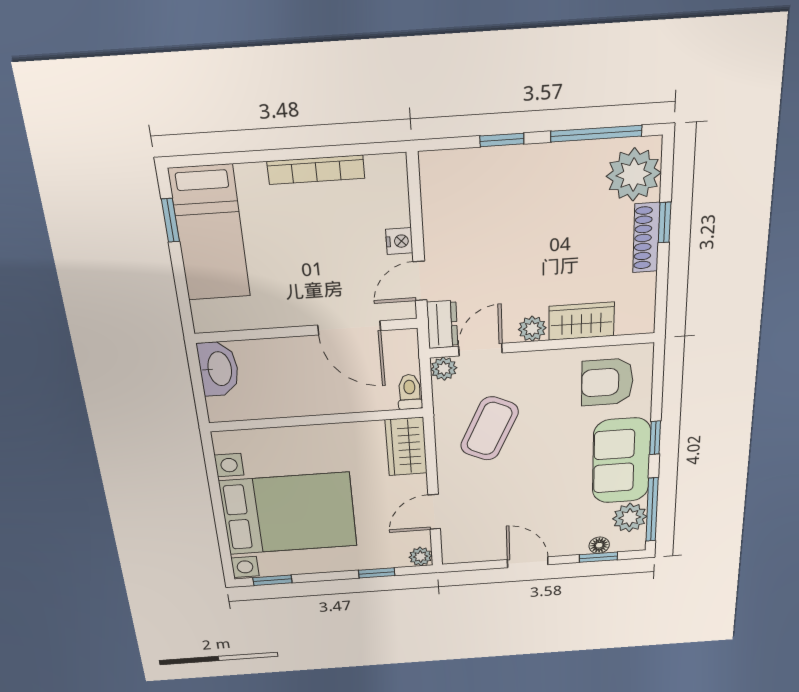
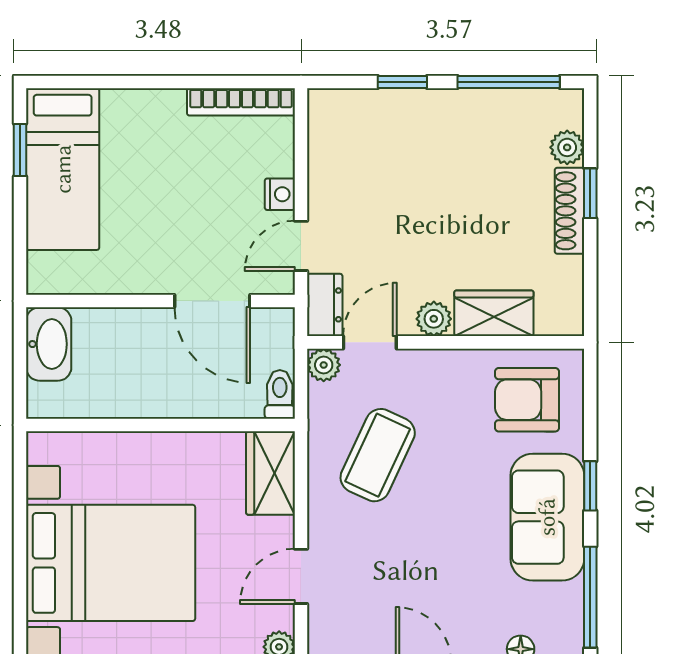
bookcase: (316, 170) -> (241, 102), moved
plant: (634, 175) -> (567, 147), width x0.53, depth x0.53
plant: (630, 518) -> (561, 607), removed

